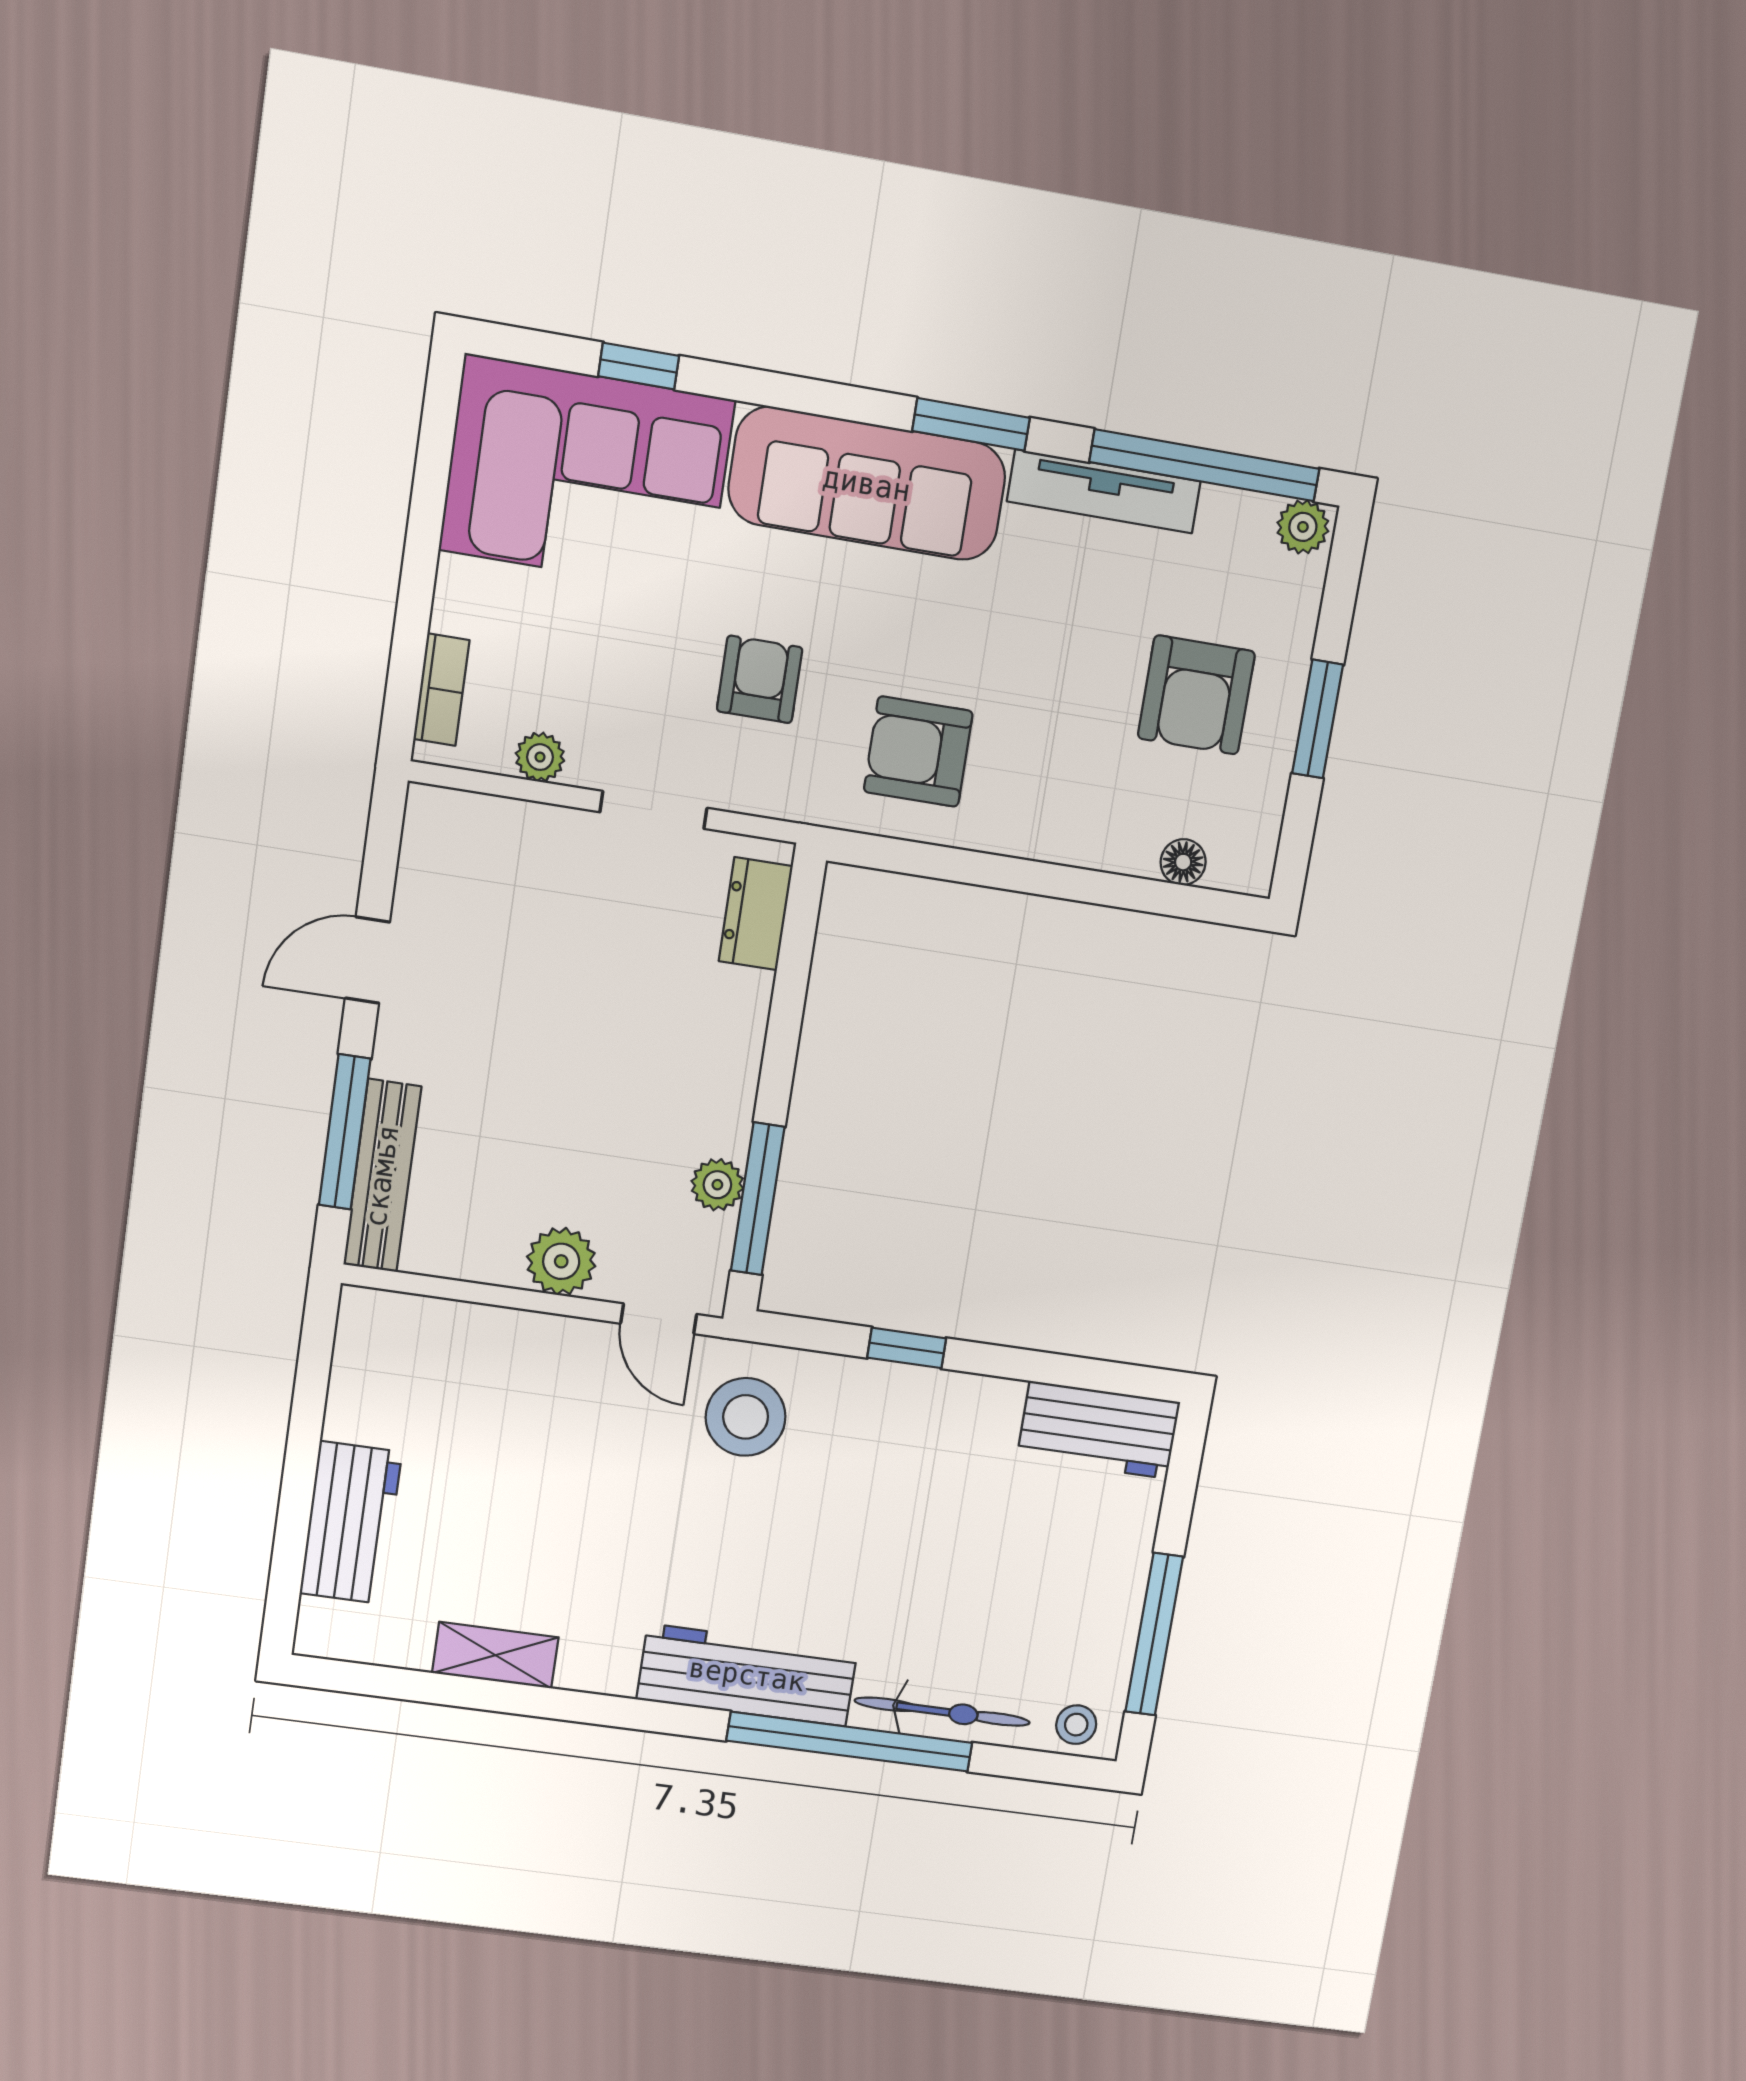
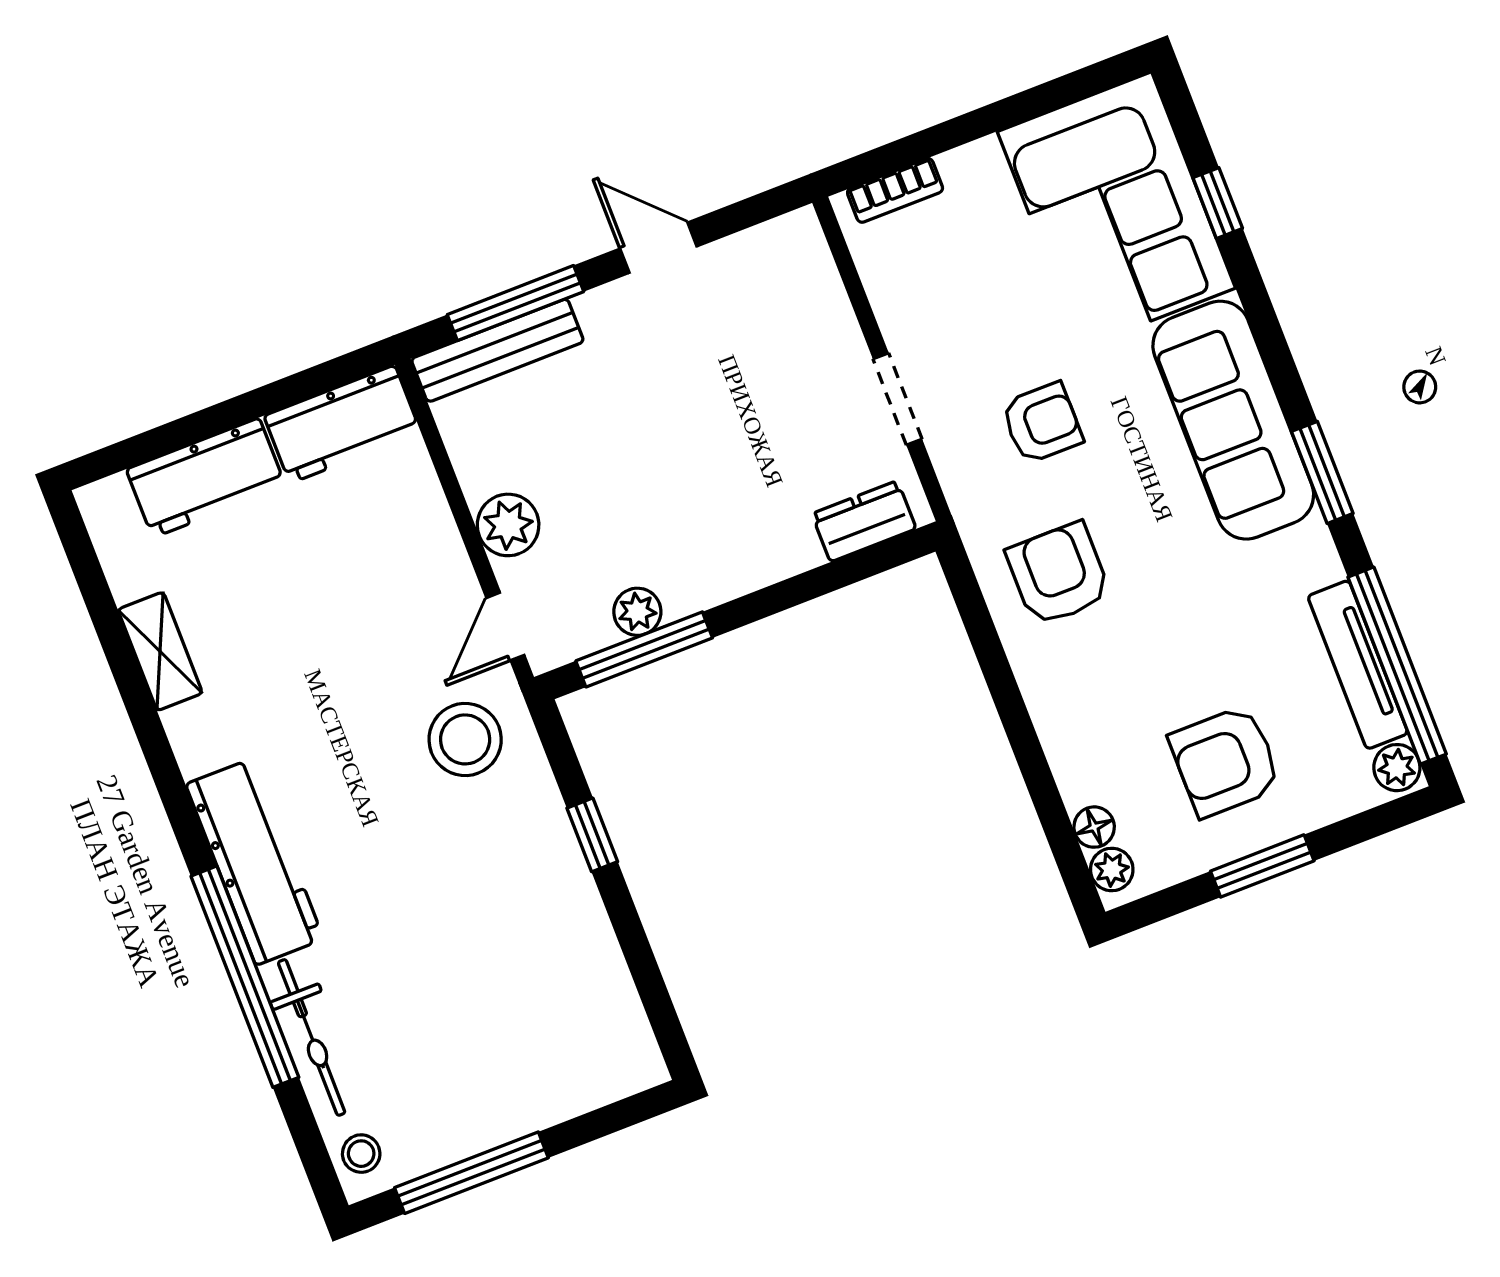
tv unit: (1104, 491) -> (1358, 665), moved
plant: (540, 757) -> (1112, 869), moved
workbench: (1099, 1430) -> (342, 424), moved, turned -90

